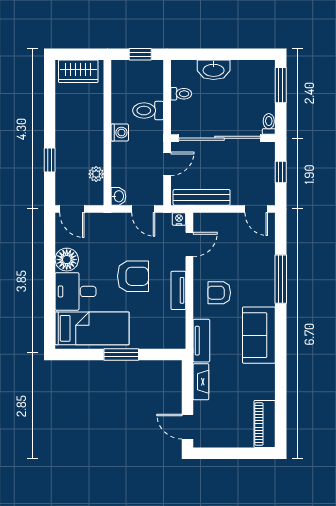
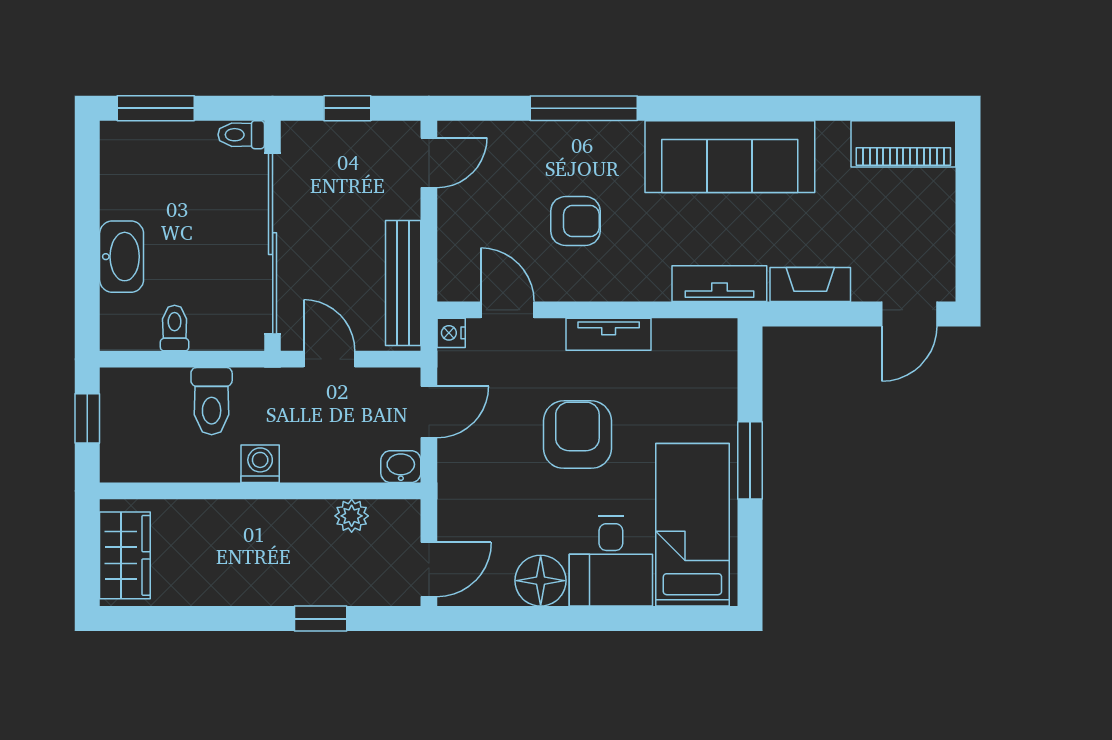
armchair: (219, 293) -> (575, 221), moved, turned -90
sofa: (259, 335) -> (730, 157), width x1.36

